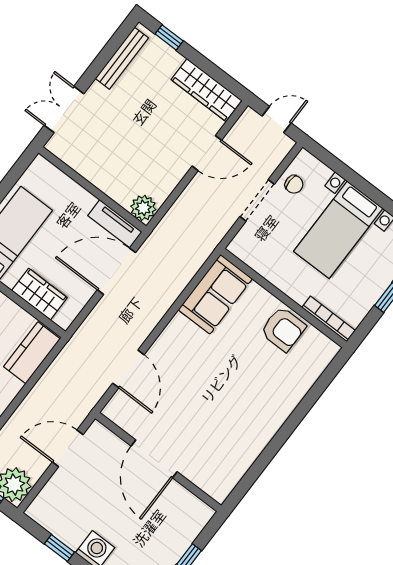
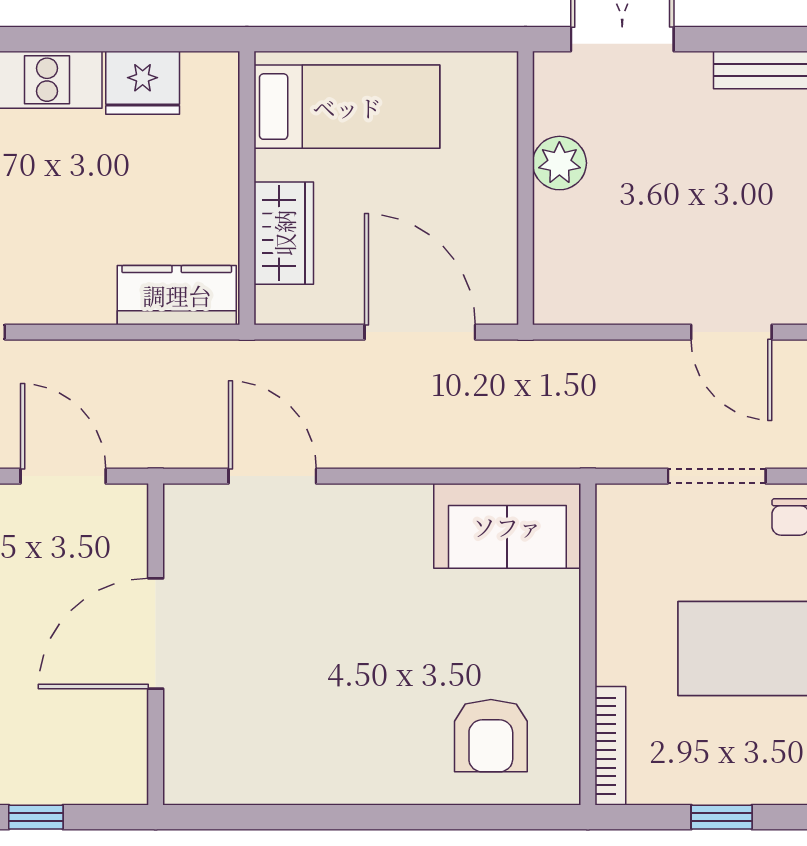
plant: (143, 208) -> (559, 163), moved
tv unit: (115, 224) -> (497, 269), removed
armchair: (283, 329) -> (491, 736), moved
door: (128, 369) -> (272, 476), swing flipped

